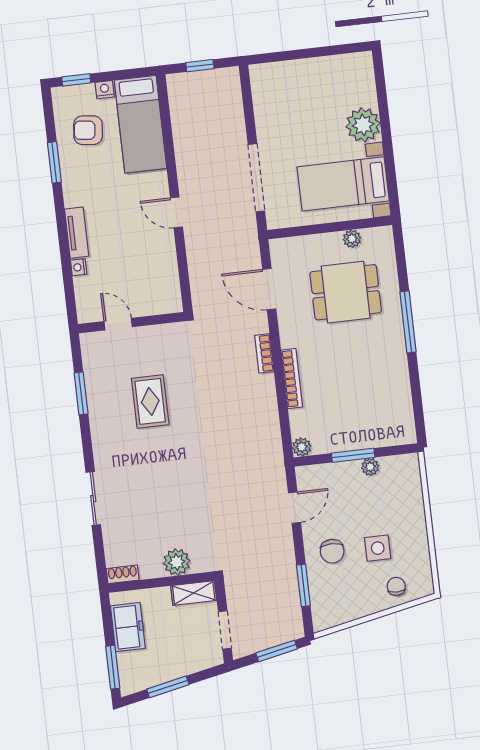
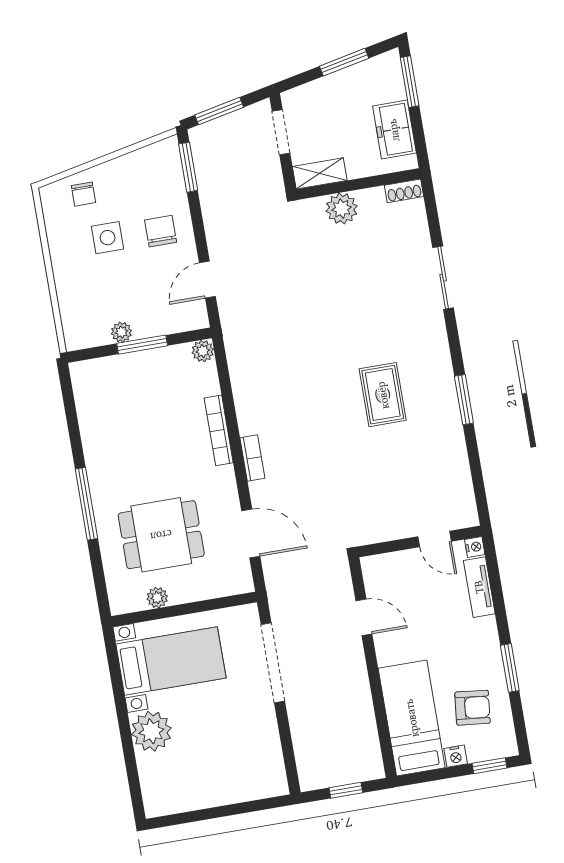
wall: (131, 323) -> (420, 542), moved
door: (118, 324) -> (435, 539), moved
window: (303, 585) -> (188, 167), moved

